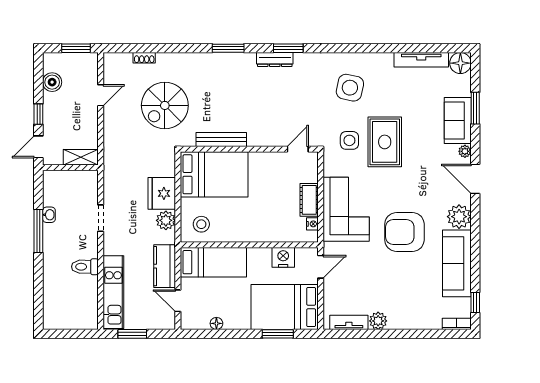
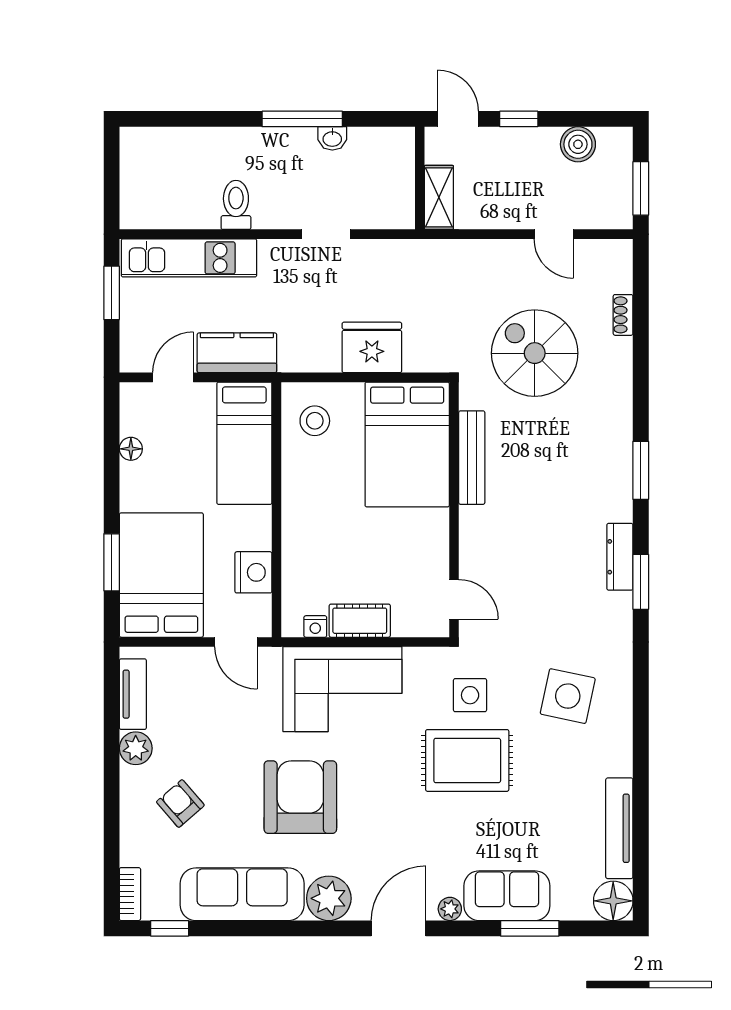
plant: (166, 220) -> (322, 355), removed
armchair: (408, 297) -> (180, 804), added

